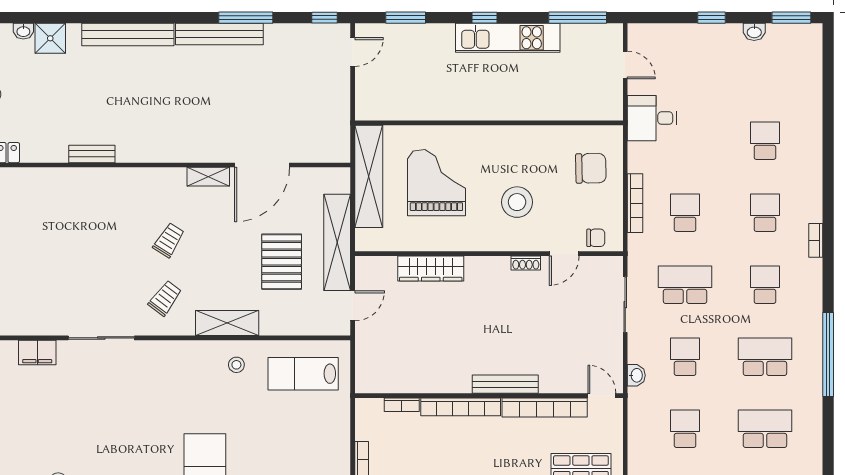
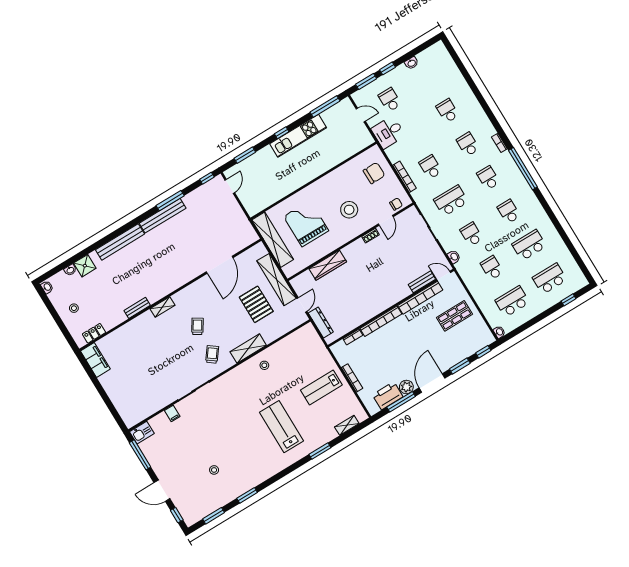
window: (791, 18) -> (366, 81), moved
school desk: (685, 69) -> (390, 100), added
shelving: (208, 177) -> (162, 307), moved
dresser: (365, 352) -> (321, 323), added
filing cabinet: (37, 353) -> (172, 413), width x0.50
window: (828, 355) -> (523, 169), moved
school desk: (765, 357) -> (509, 212), width x0.54
lab bench: (303, 374) -> (321, 388), moved
bench: (505, 384) -> (422, 282), moved, width x0.73

